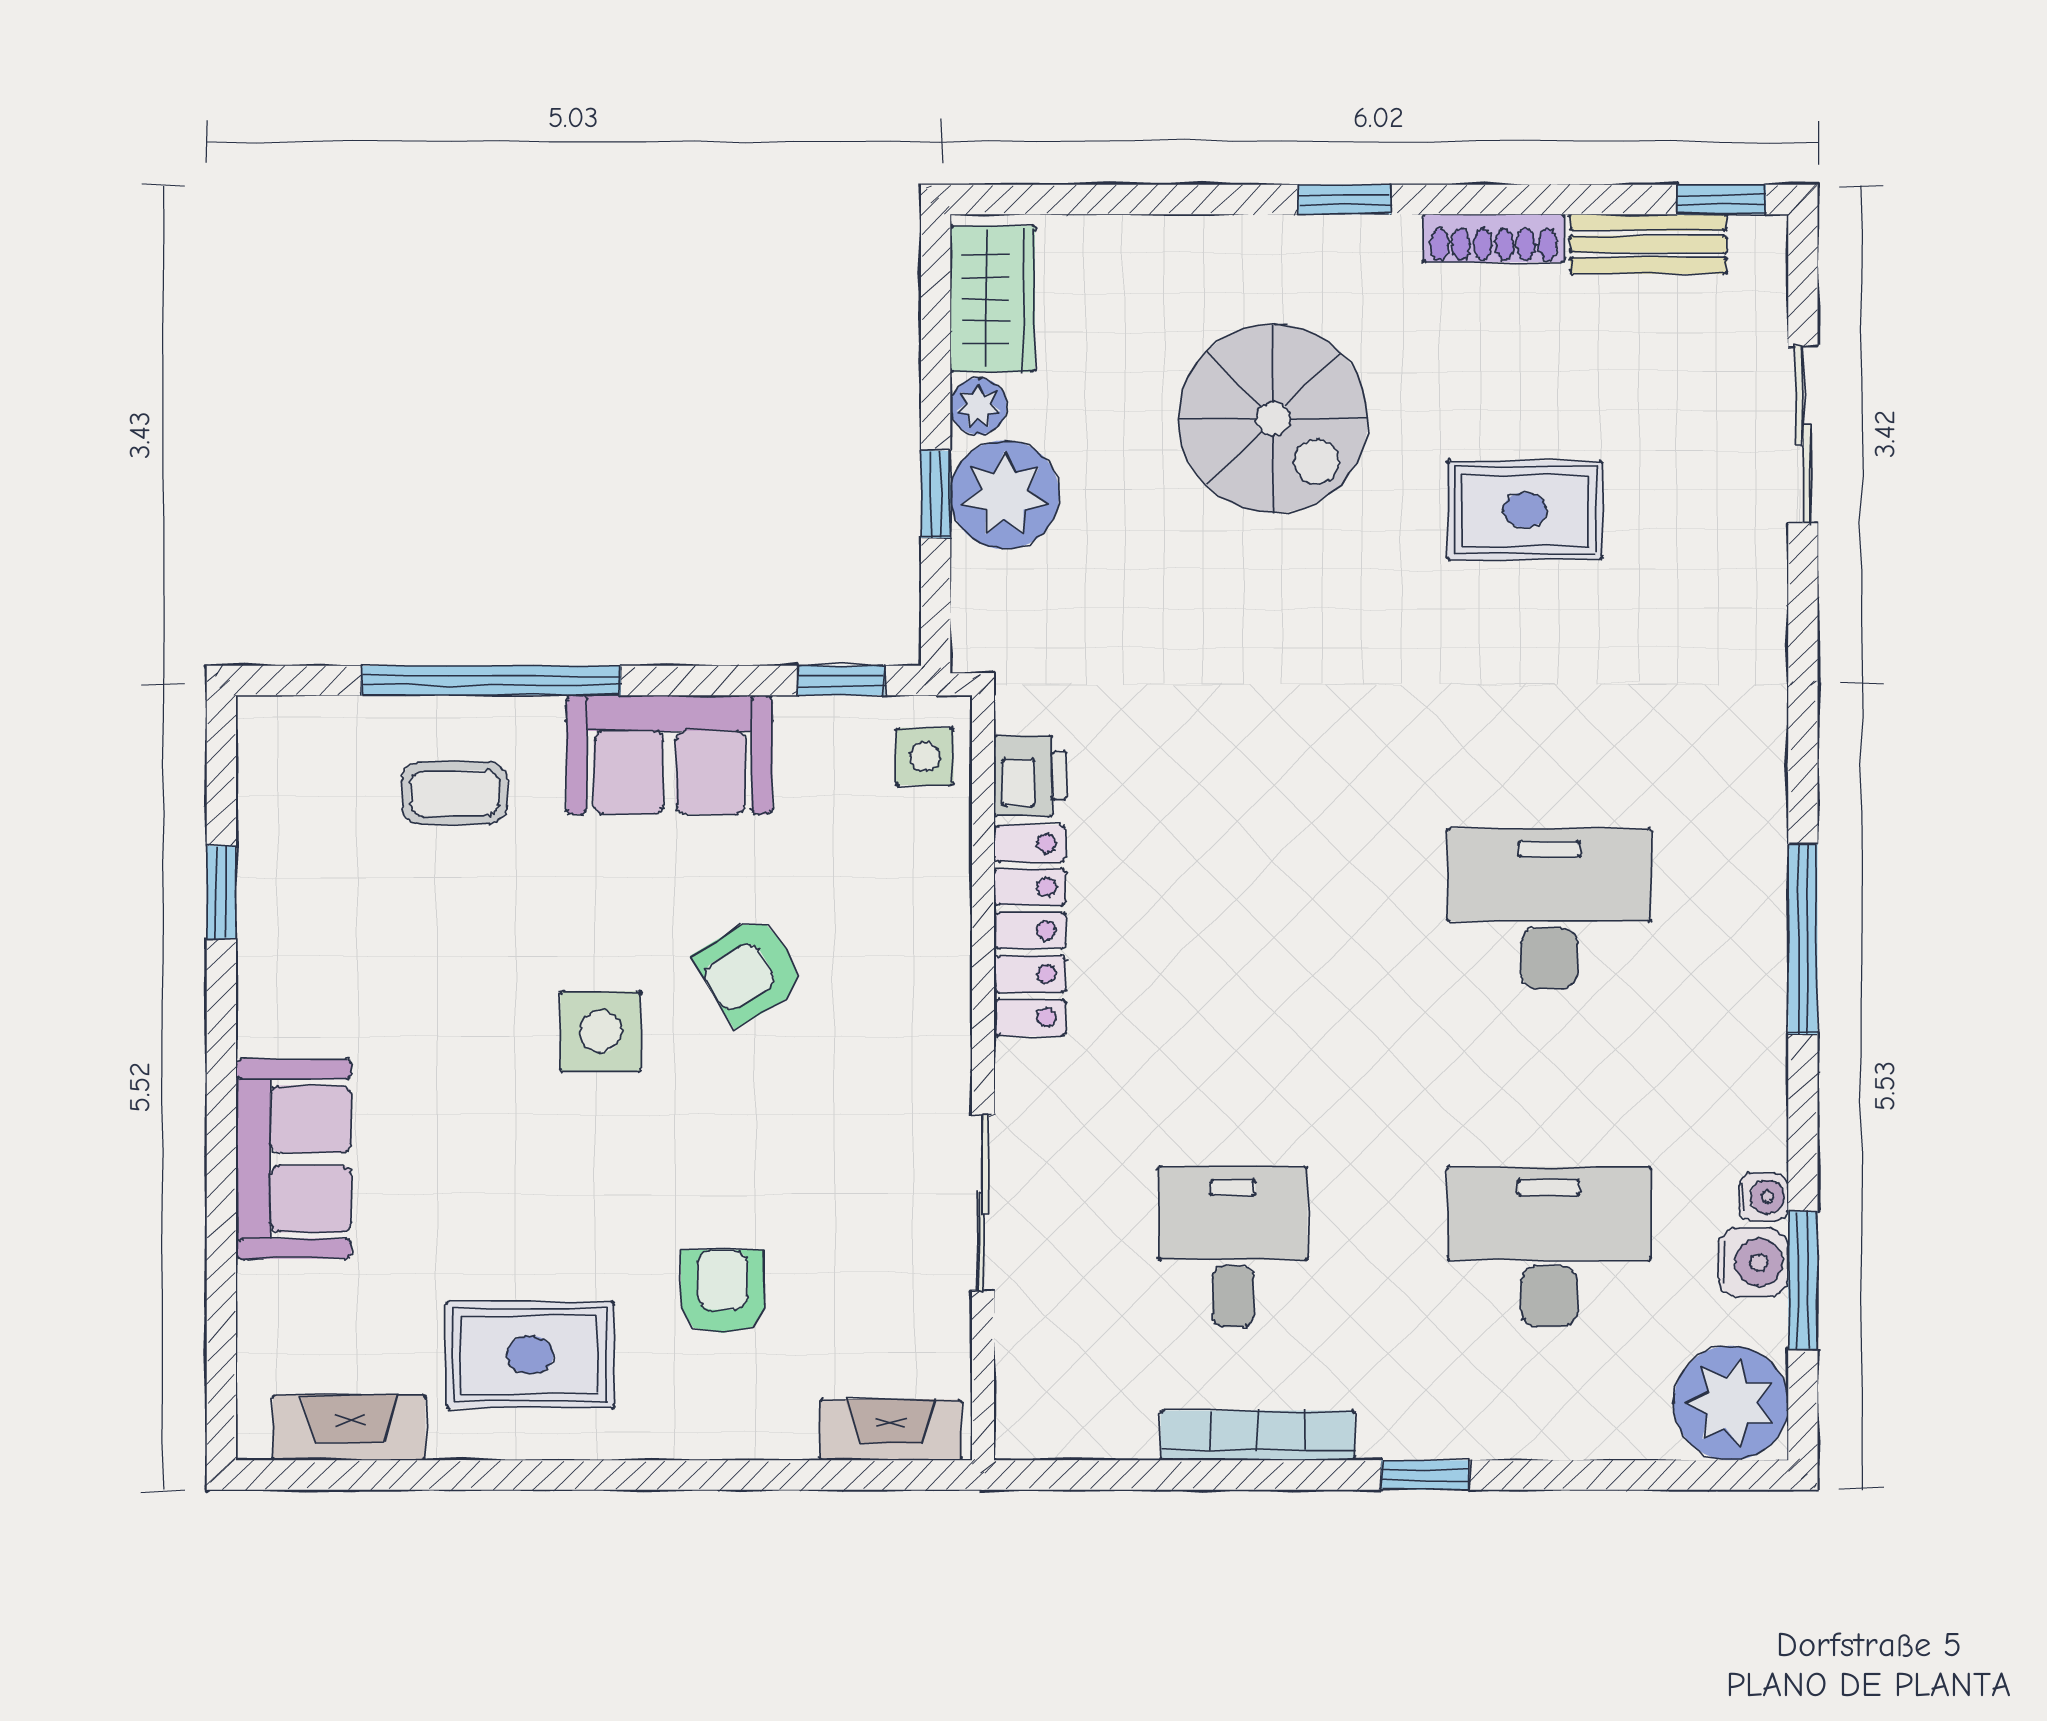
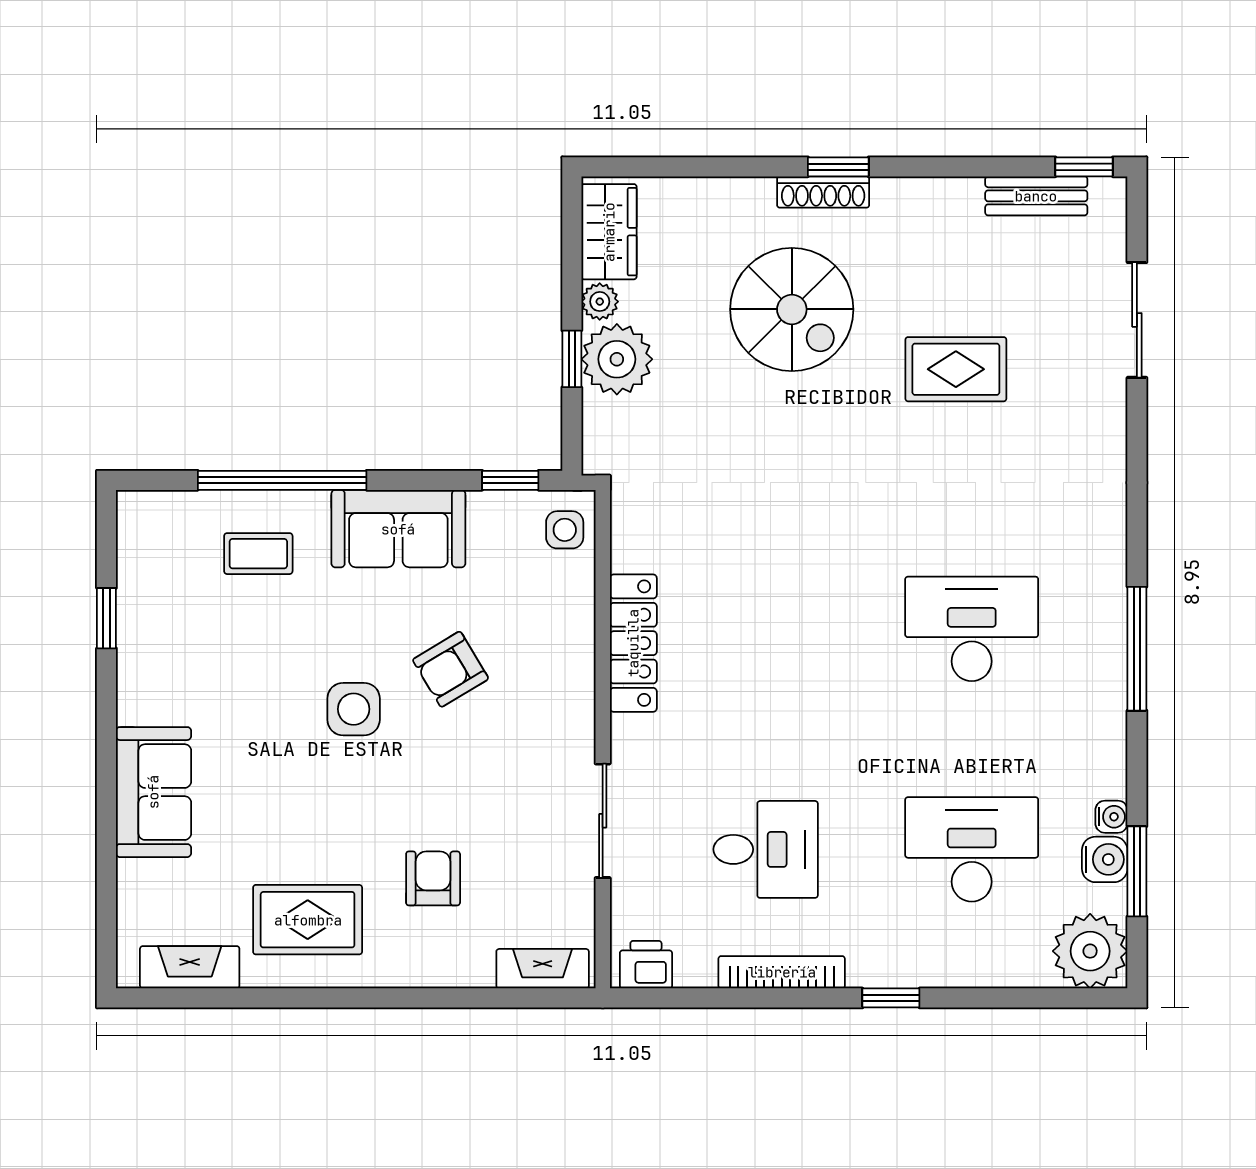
shoe rack: (1494, 238) -> (823, 192), moved
printer: (1030, 776) -> (646, 965), moved, turned -90
desk: (1233, 1247) -> (766, 849), turned 90

